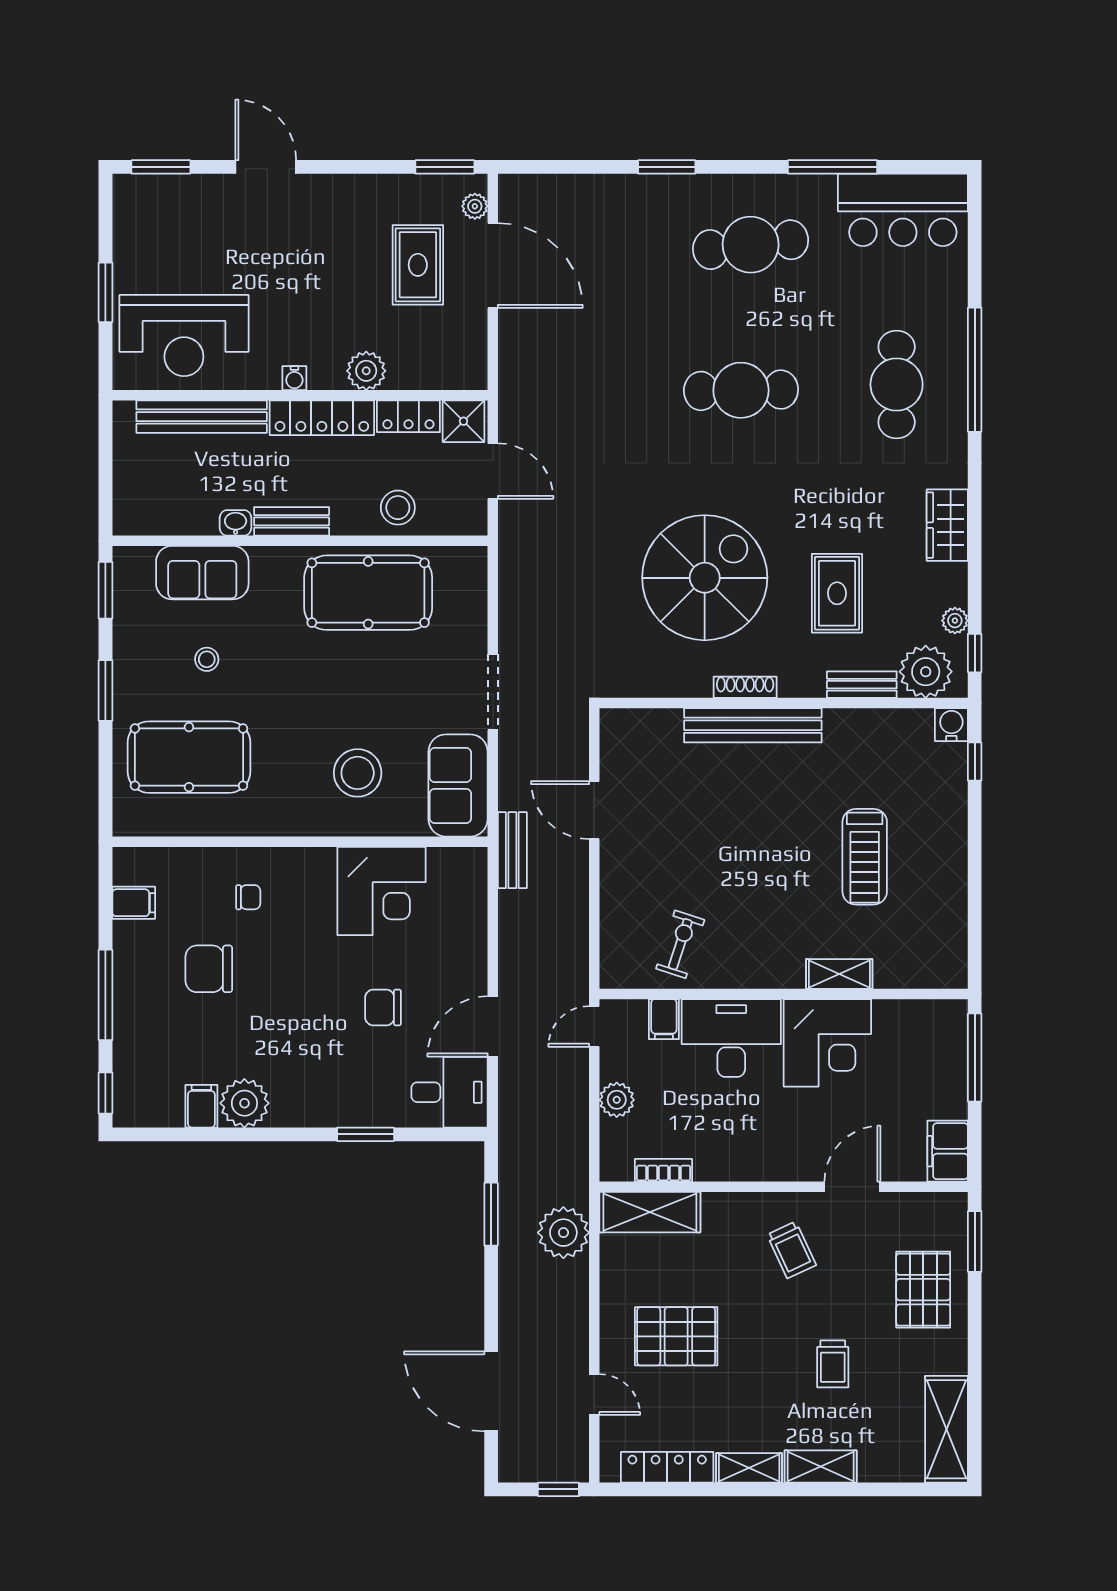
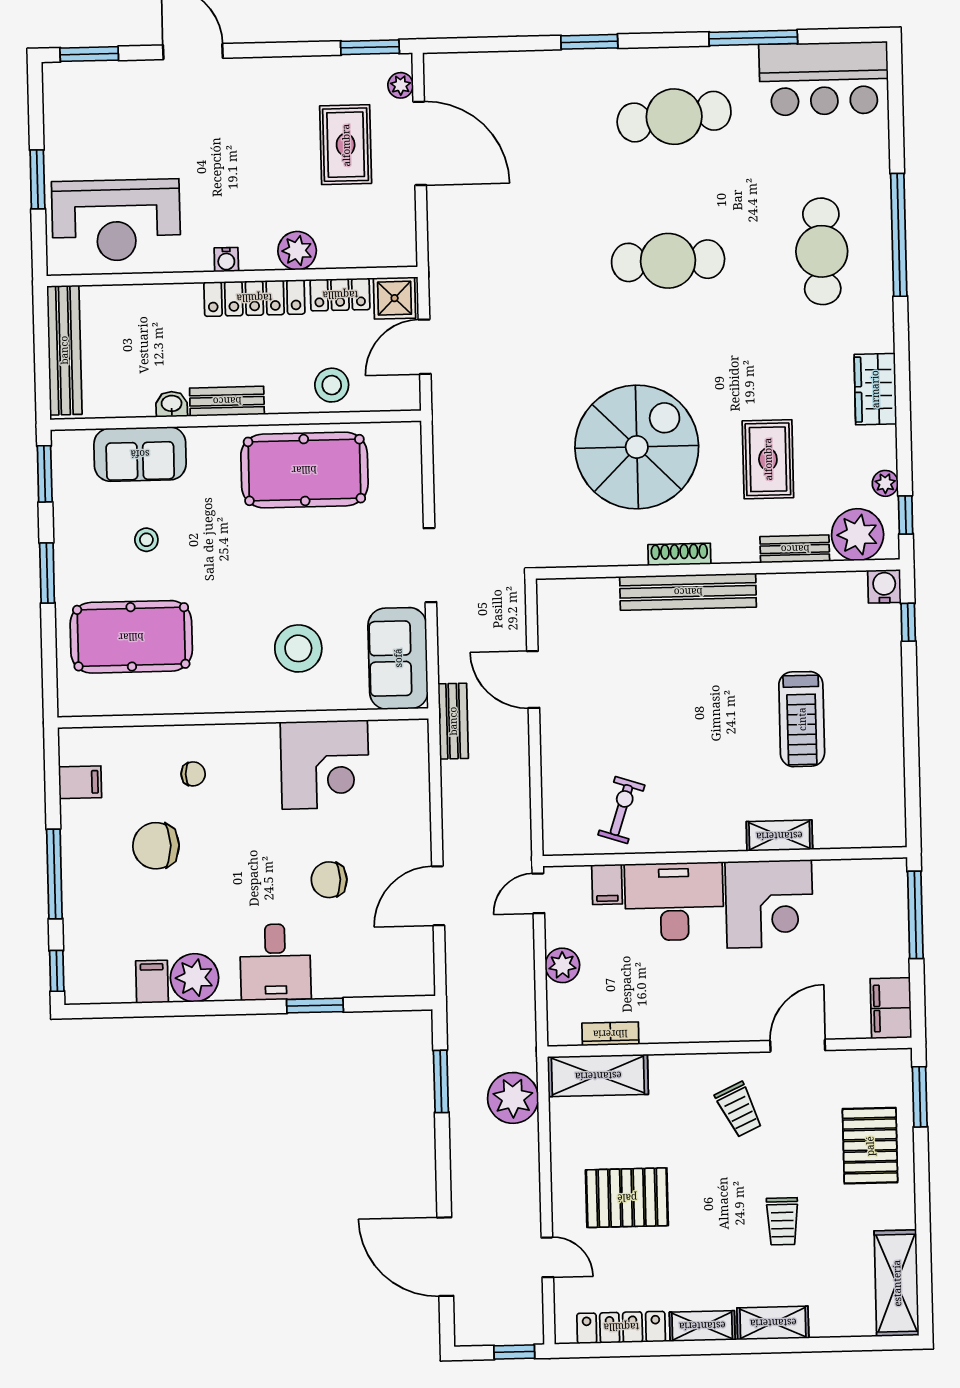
bench: (202, 417) -> (64, 350), moved, turned 90
door: (493, 471) -> (425, 347), swing flipped
desk: (450, 1092) -> (275, 962), moved, turned 90

